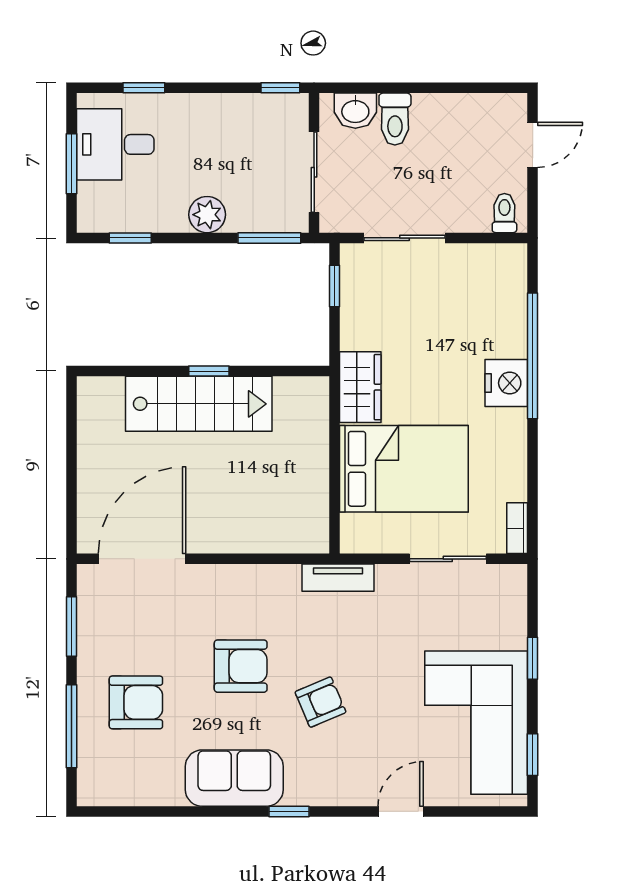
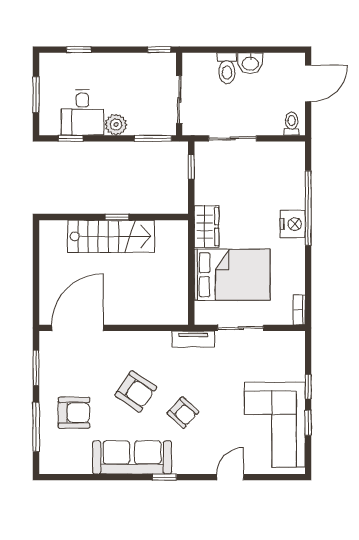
washbasin: (355, 111) -> (250, 63), moved
desk: (115, 144) -> (82, 113), moved, turned -90
door: (533, 145) -> (308, 83), width x1.38
sliding door: (448, 559) -> (241, 328), moved
armchair: (241, 666) -> (136, 391), turned 34
armchair: (320, 702) -> (183, 413), turned 66
window: (533, 755) -> (308, 423), moved
sofa: (234, 778) -> (132, 457), width x1.36

